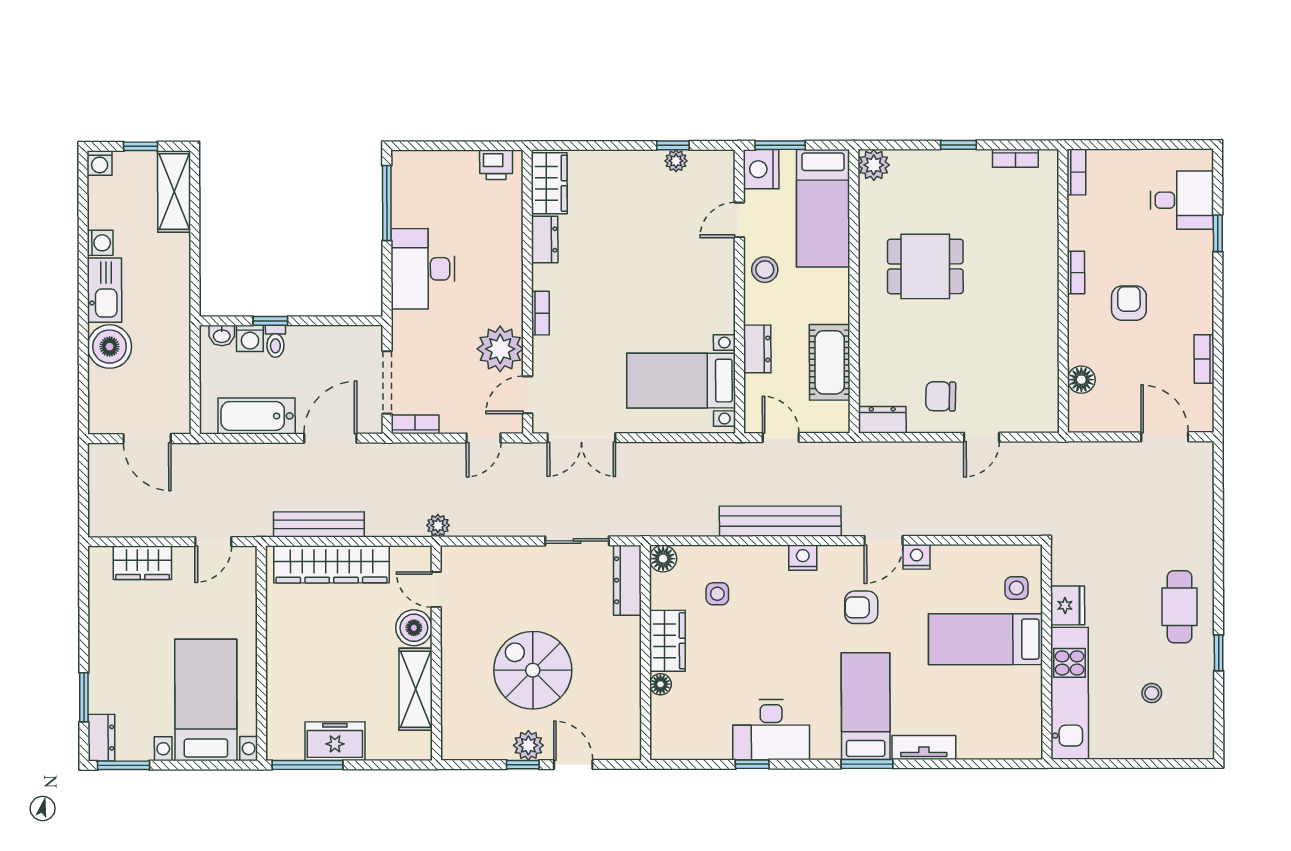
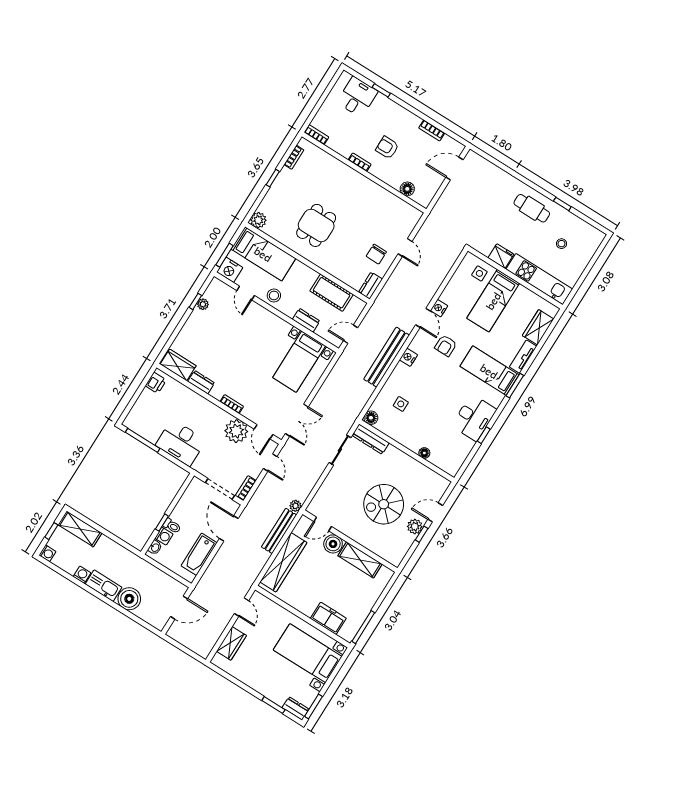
bench: (319, 524) -> (279, 531), moved
wardrobe: (667, 641) -> (538, 327), moved, turned -90
freezer: (335, 741) -> (328, 618), moved, turned 90

